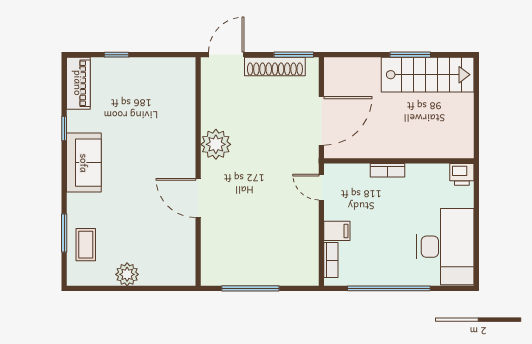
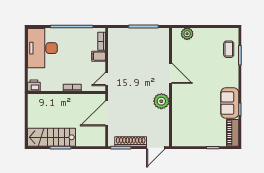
sofa: (84, 163) -> (230, 103), moved
door: (321, 187) -> (107, 79), swing flipped
plant: (127, 274) -> (187, 34), moved

